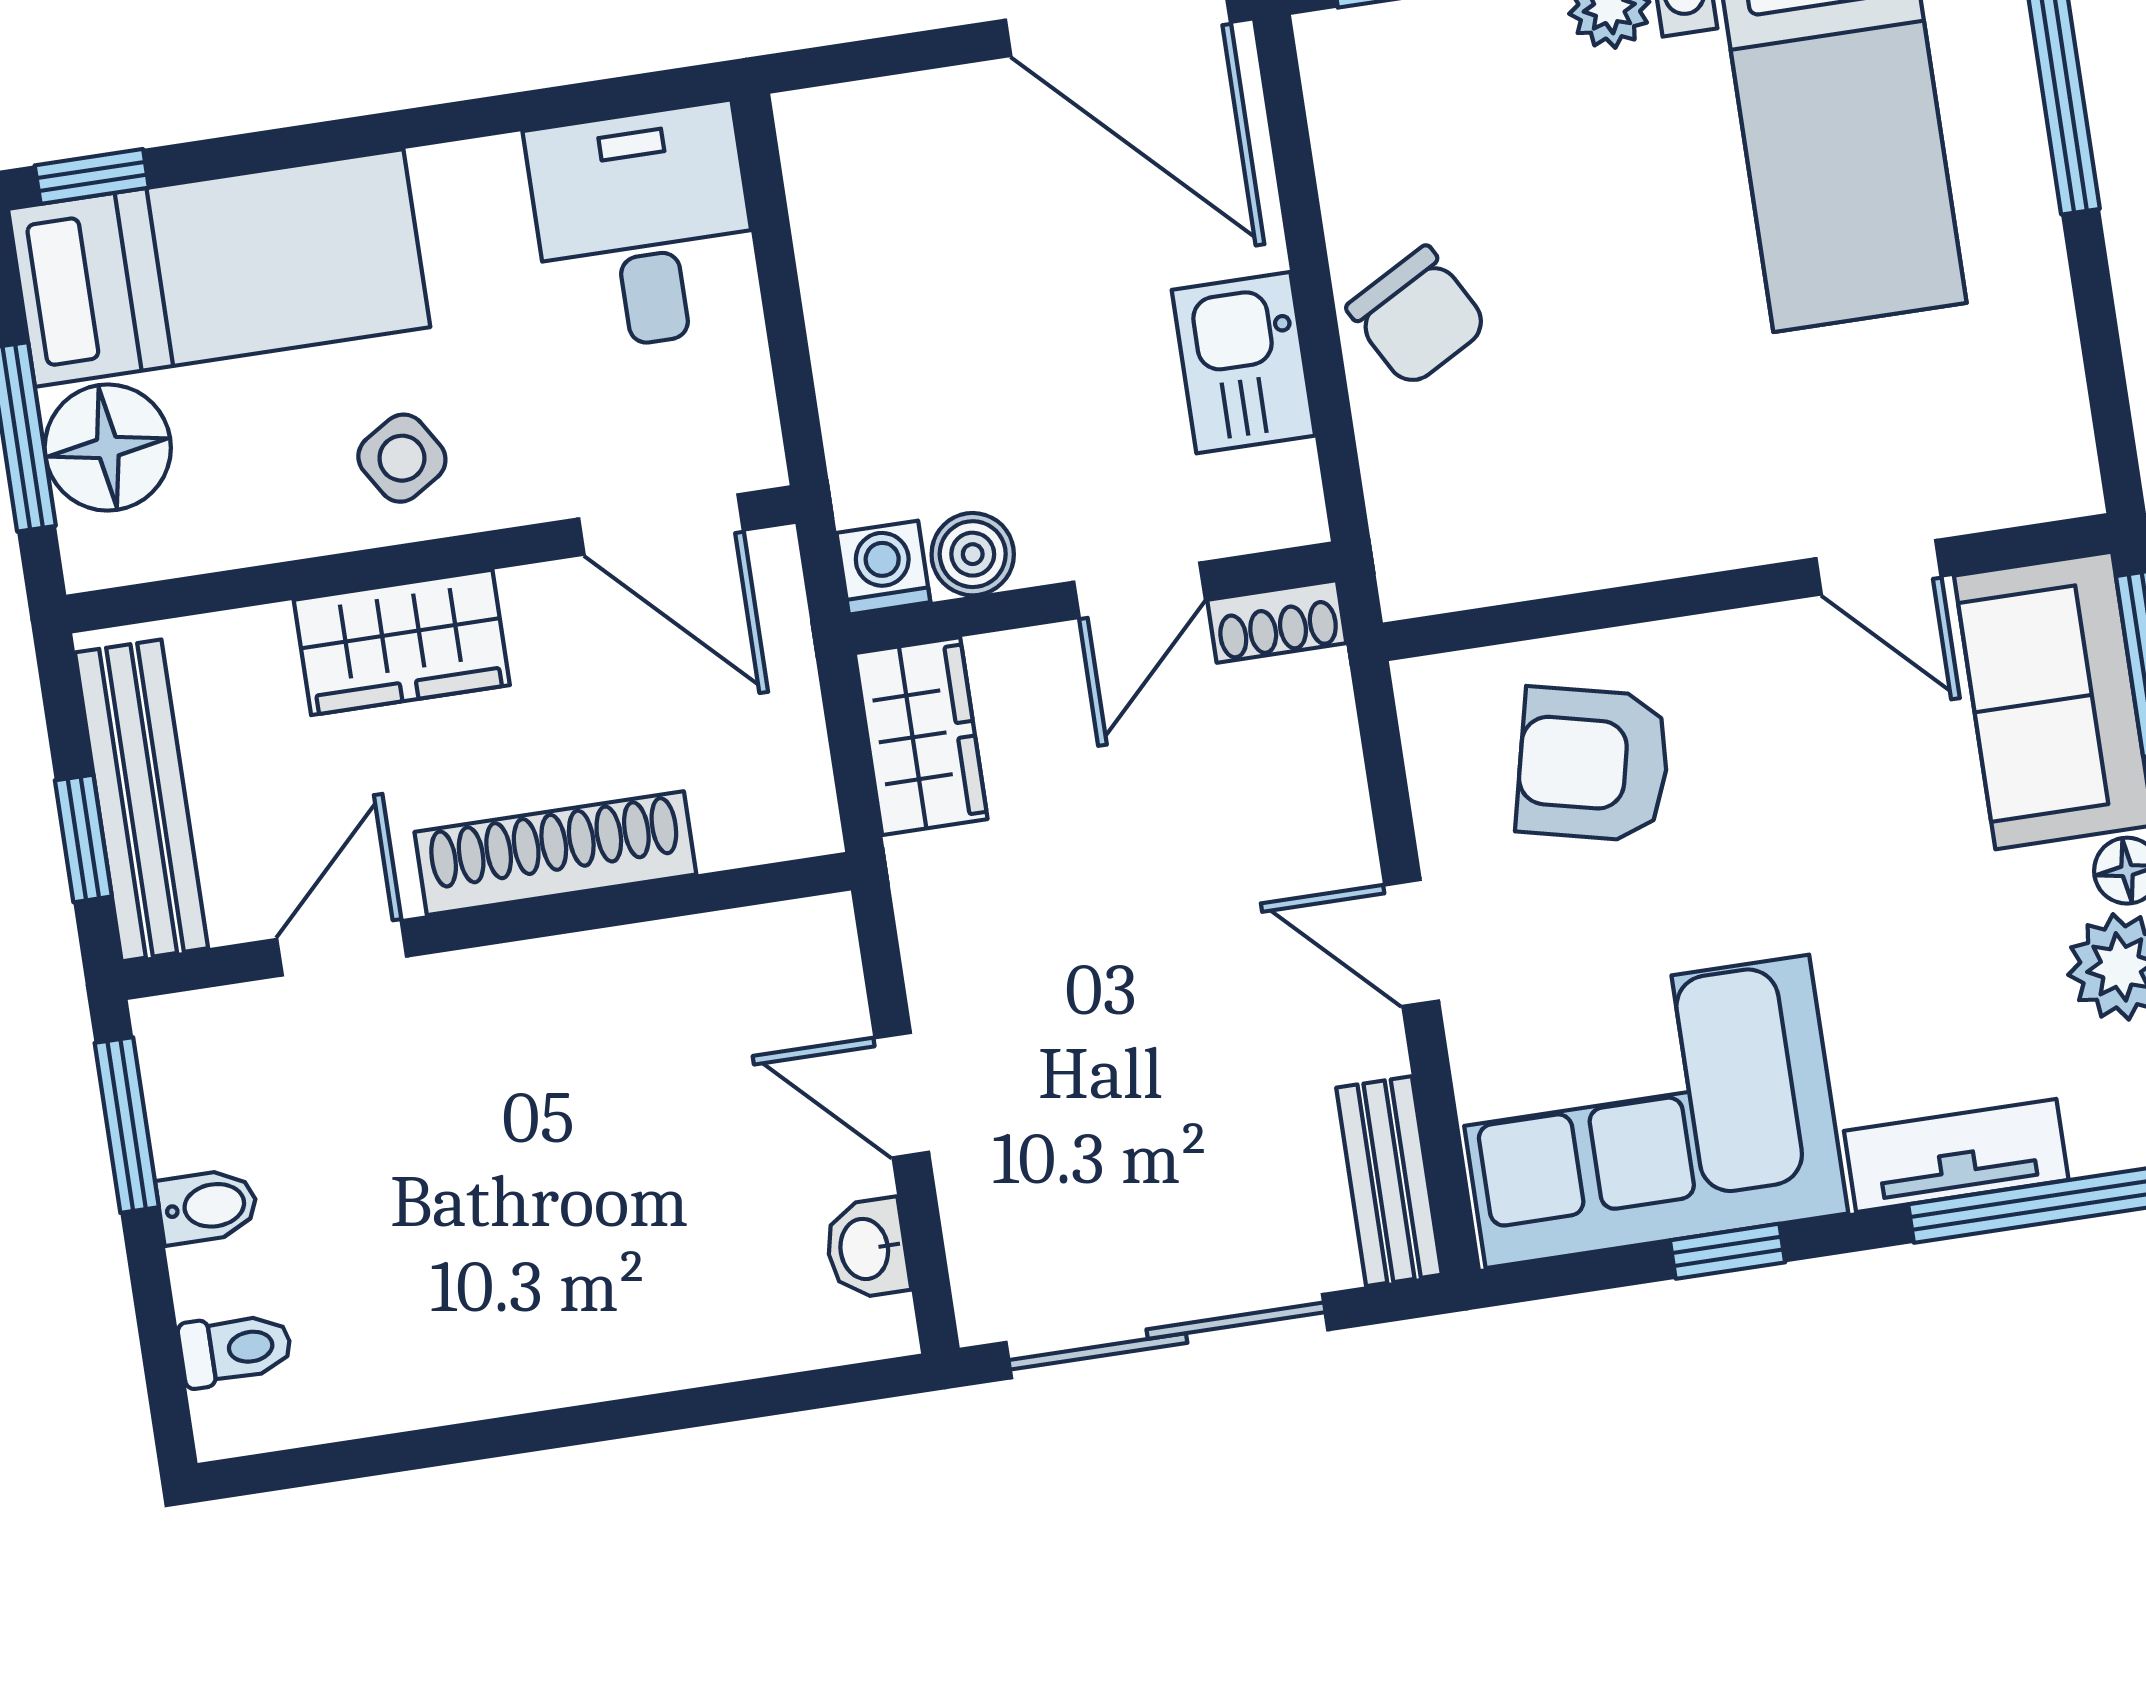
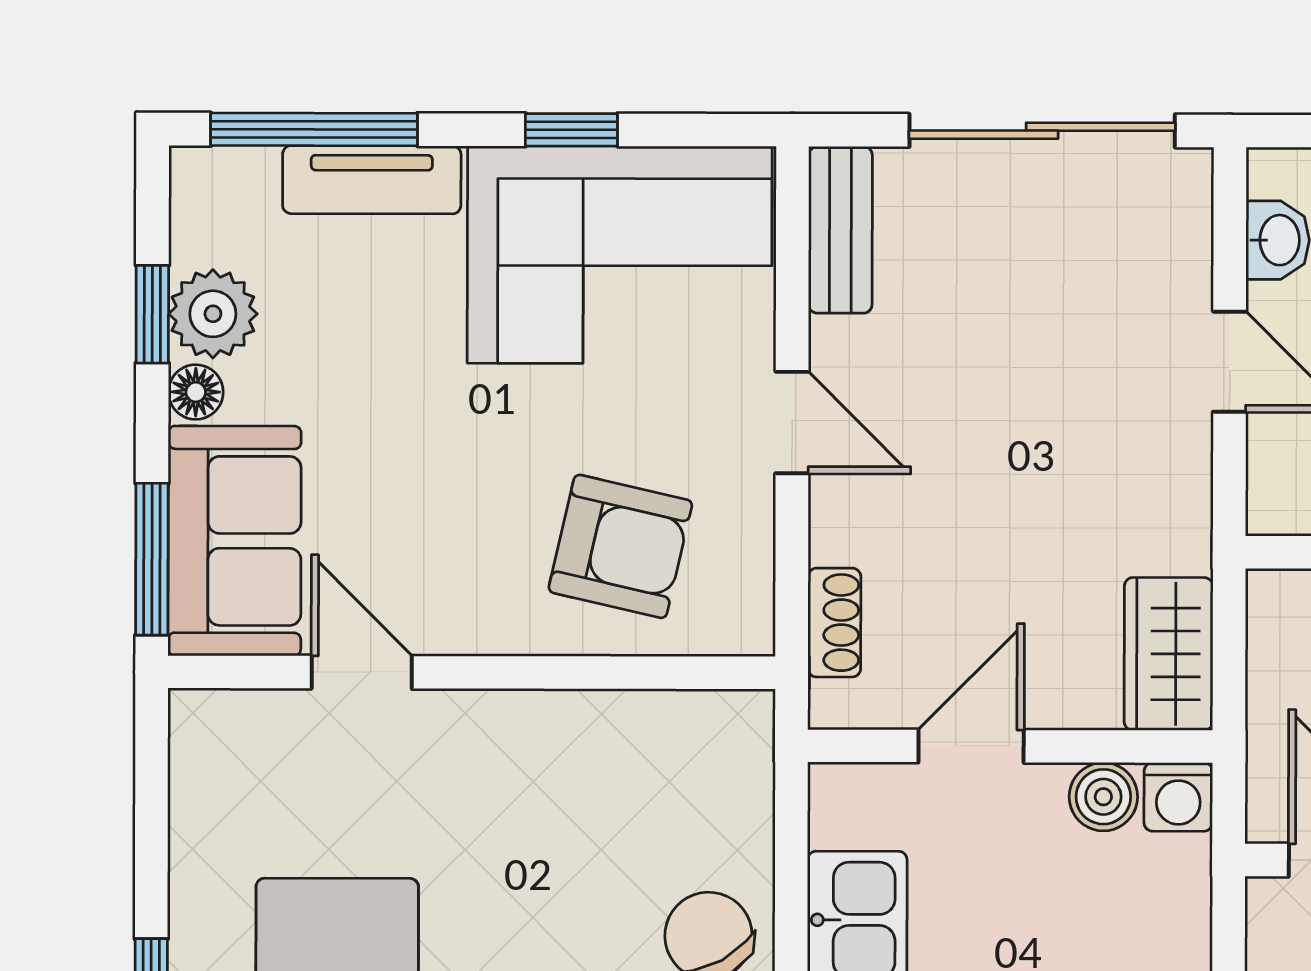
shoe rack: (1277, 621) -> (834, 623), moved, turned 90

